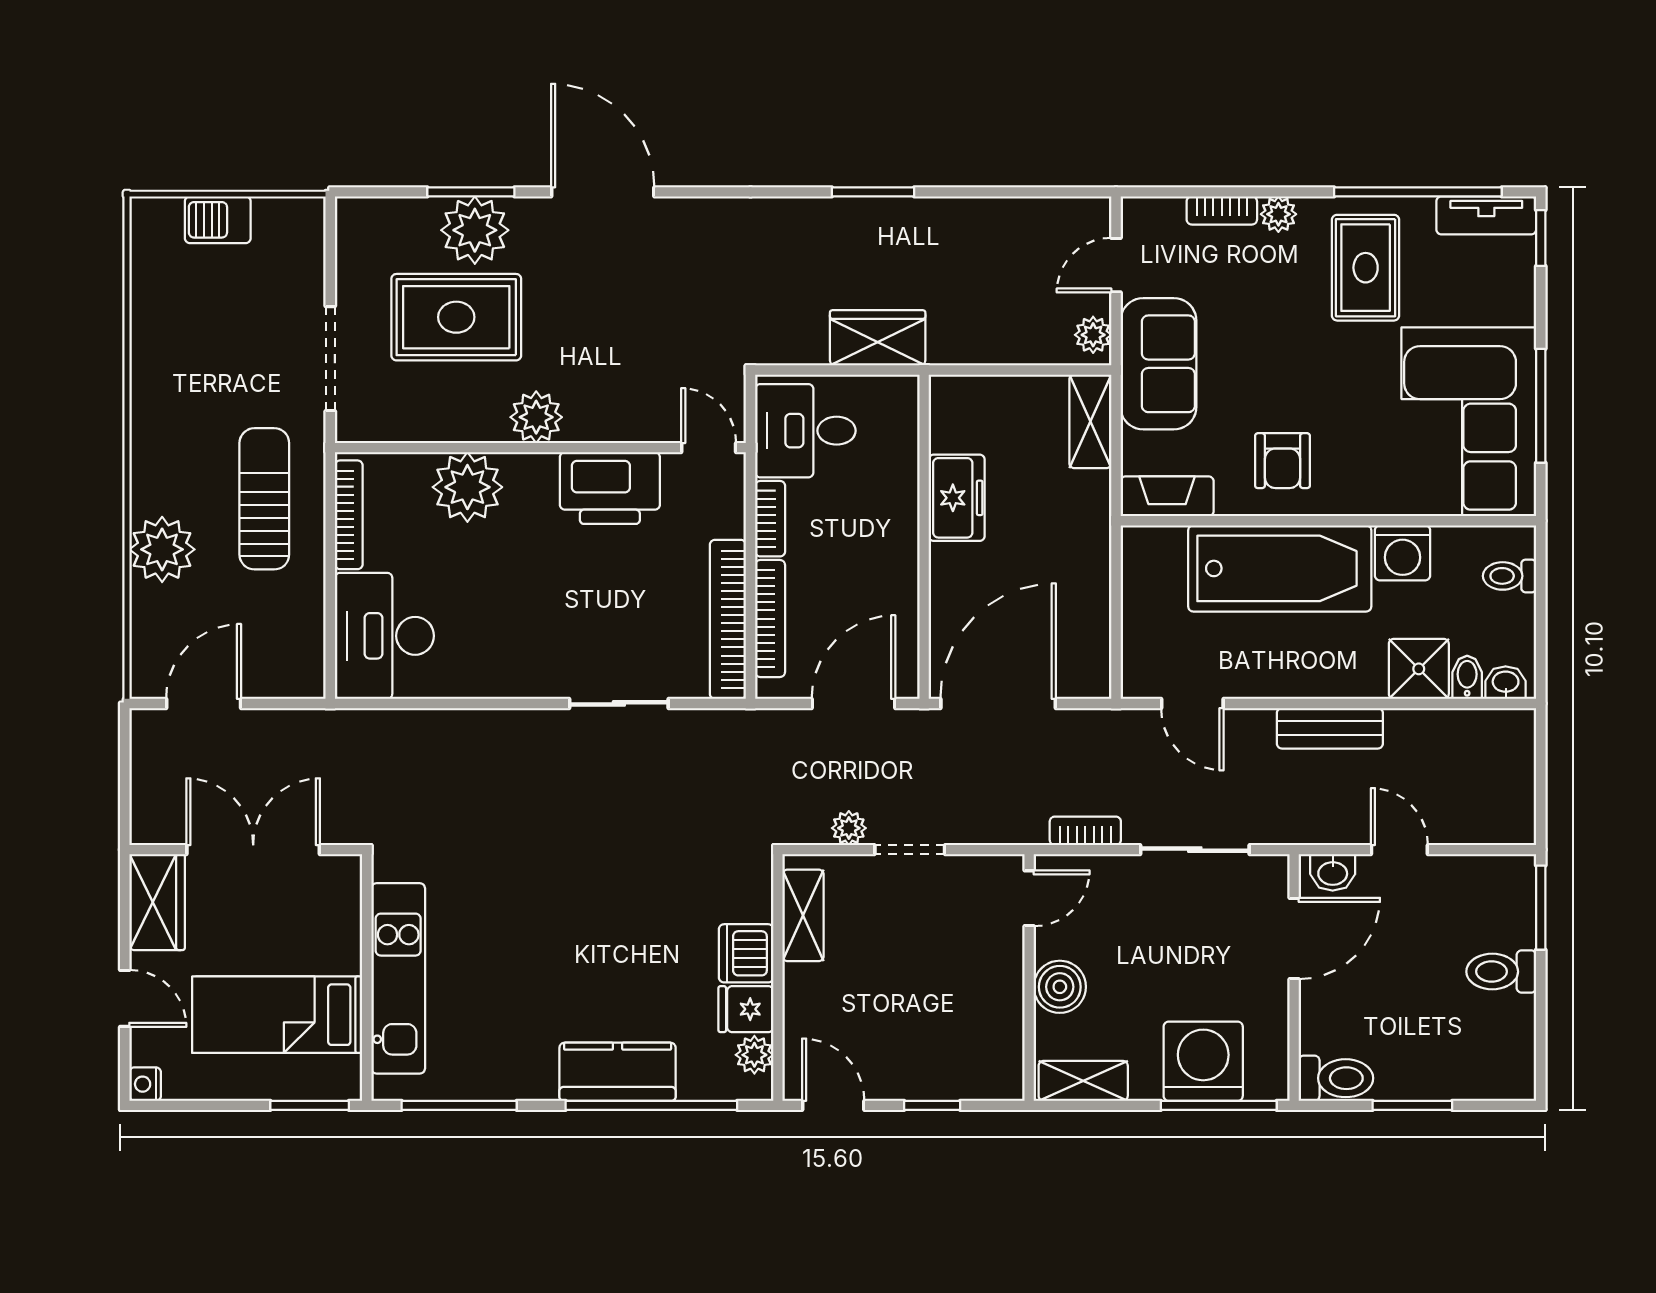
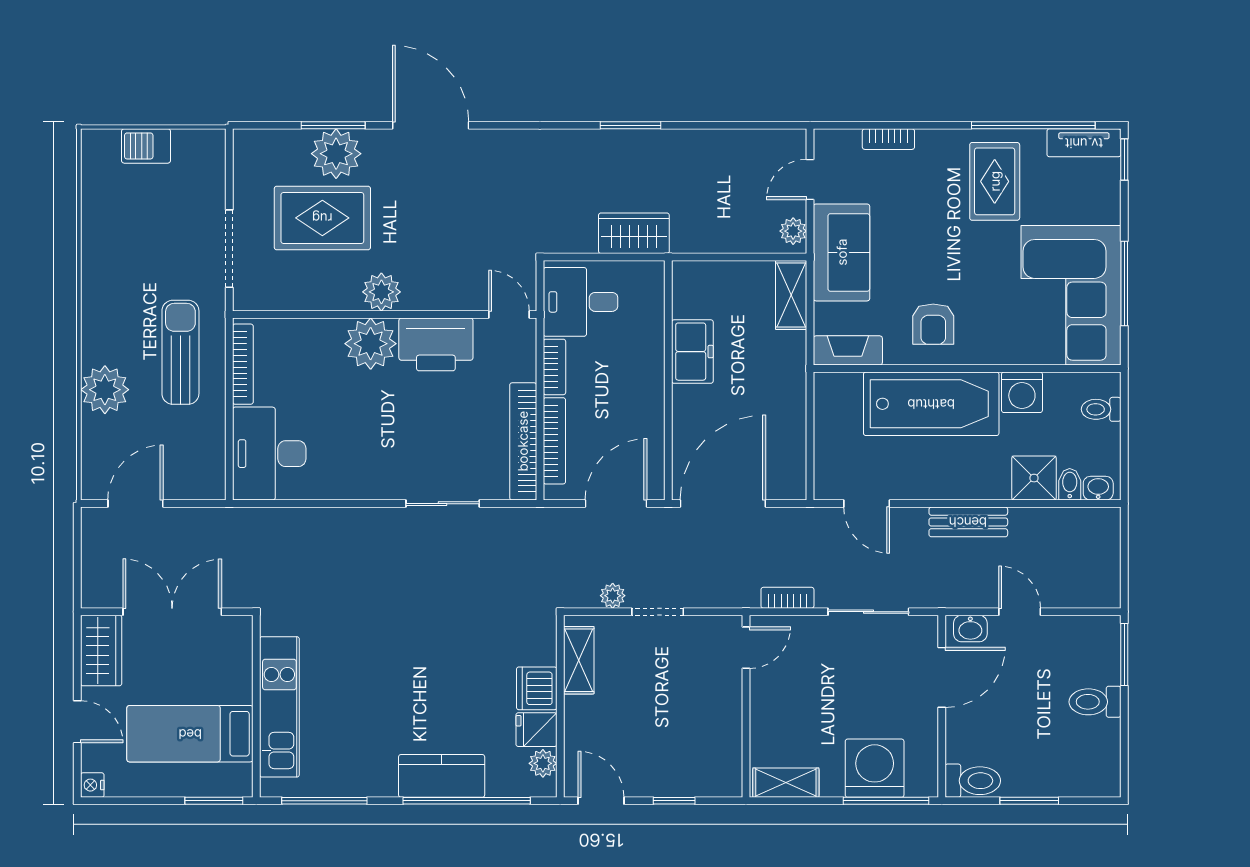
plant: (1278, 214) -> (930, 142), removed
plant: (467, 487) -> (371, 344), moved
boiler: (1060, 987) -> (769, 713), removed

